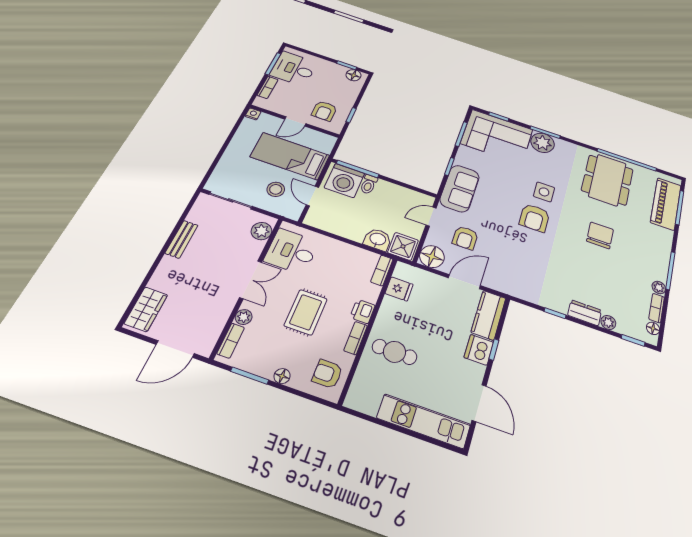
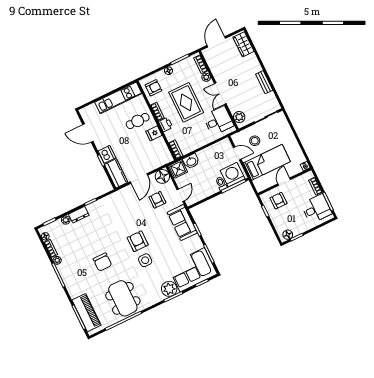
fridge: (399, 289) -> (154, 133), moved
rug: (306, 312) -> (186, 102), width x1.36, depth x1.43
kitchen unit: (424, 421) -> (118, 98), moved

